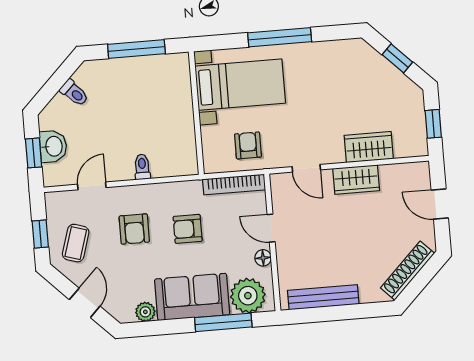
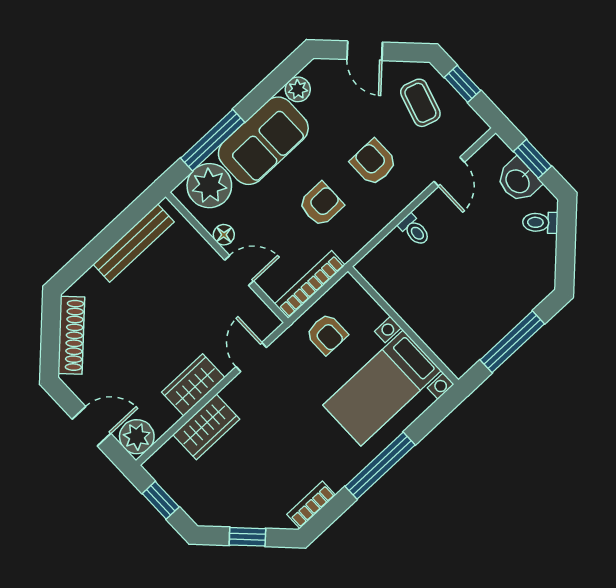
bookcase: (342, 47) -> (311, 505), added
toilet: (74, 93) -> (540, 222), moved
door: (306, 168) -> (251, 357), hinge flipped
plant: (417, 175) -> (137, 437), added

